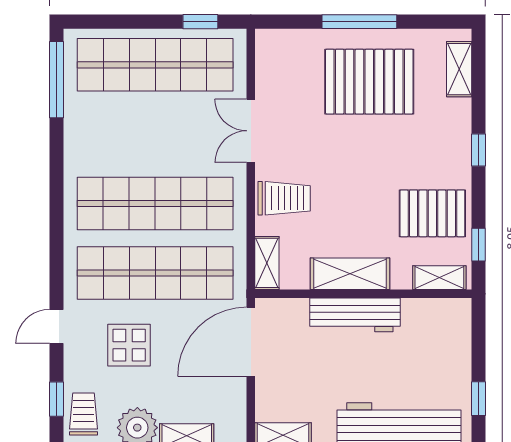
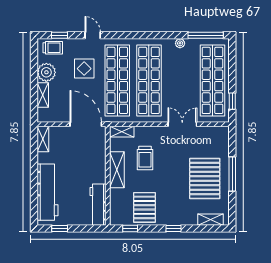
plant: (74, 136) -> (180, 43), added
trolley: (284, 198) -> (145, 158), moved
shelving: (439, 278) -> (115, 211), removed
workbench: (355, 315) -> (98, 205), moved

